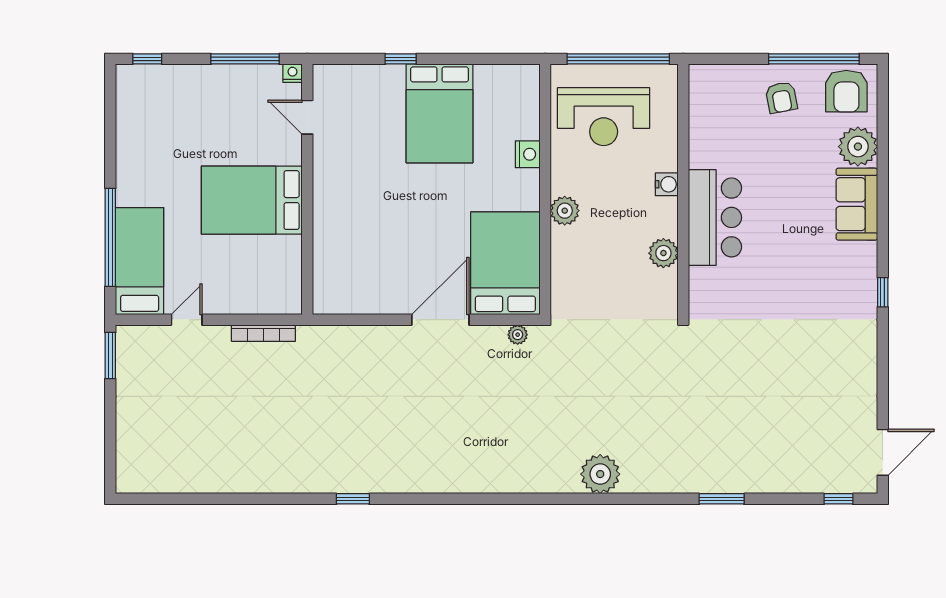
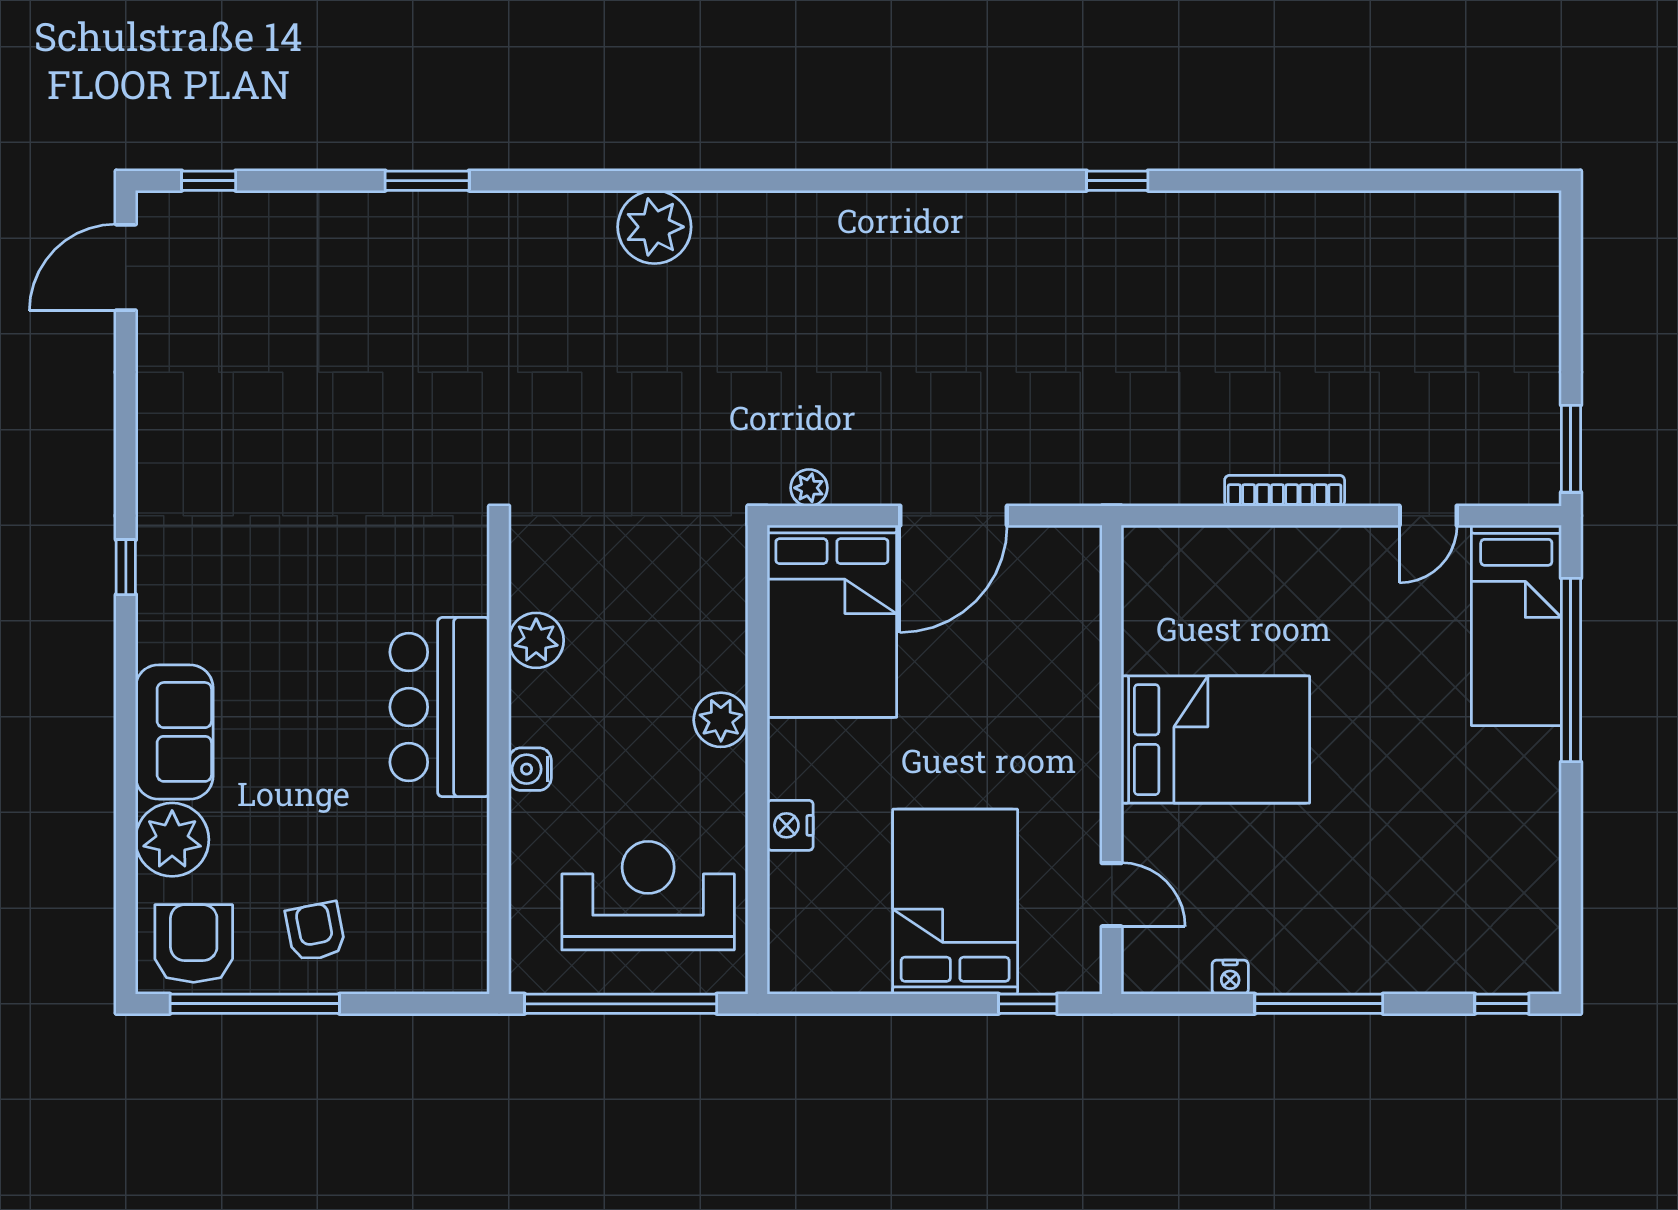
door: (307, 117) -> (1112, 895), moved
wall: (307, 189) -> (1112, 760), moved
bed: (252, 200) -> (1215, 740), moved

